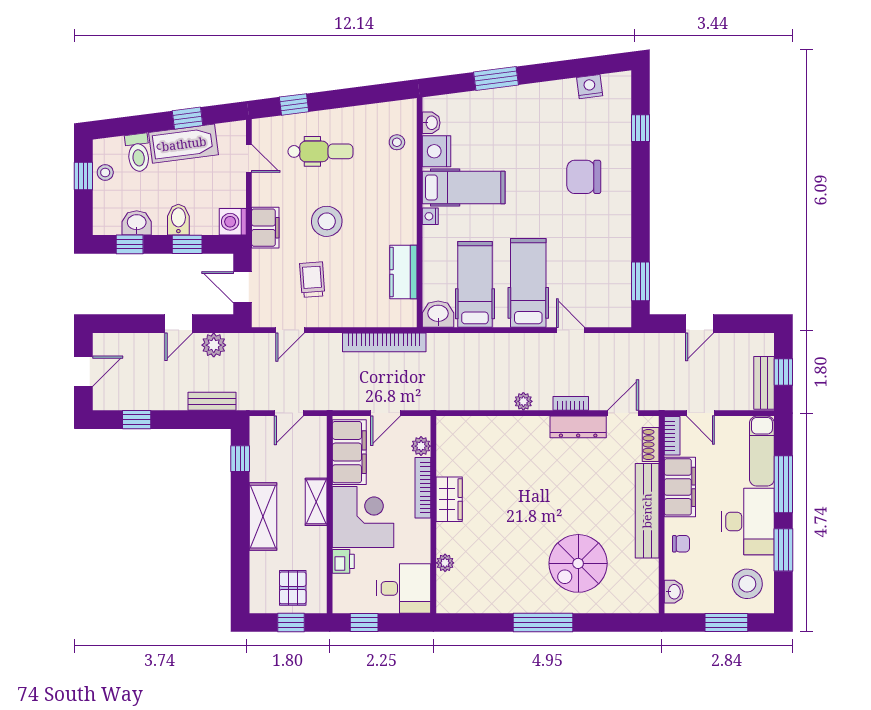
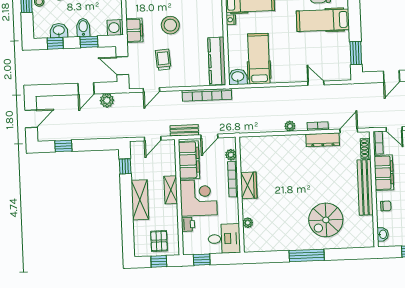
kitchen counter: (403, 272) -> (217, 61), width x1.50
hospital bed: (528, 283) -> (323, 20), moved, turned -90
bench: (212, 401) -> (184, 130), moved

